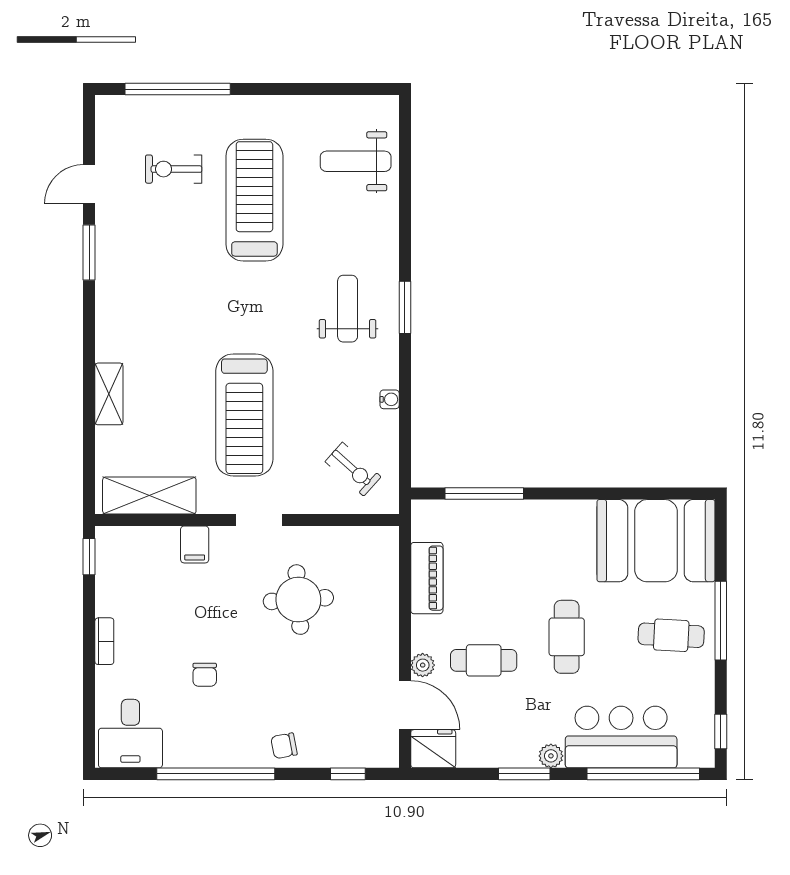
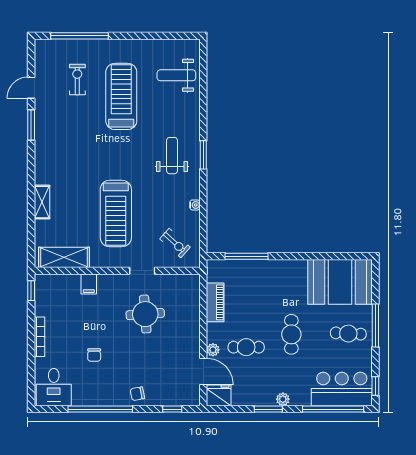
exercise bike: (174, 169) -> (77, 80), turned 90
doorway: (259, 520) -> (142, 271), moved
bookcase: (104, 641) -> (40, 337), width x1.56
bar counter: (621, 737) -> (342, 389), moved

